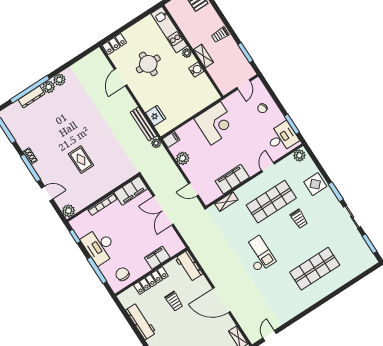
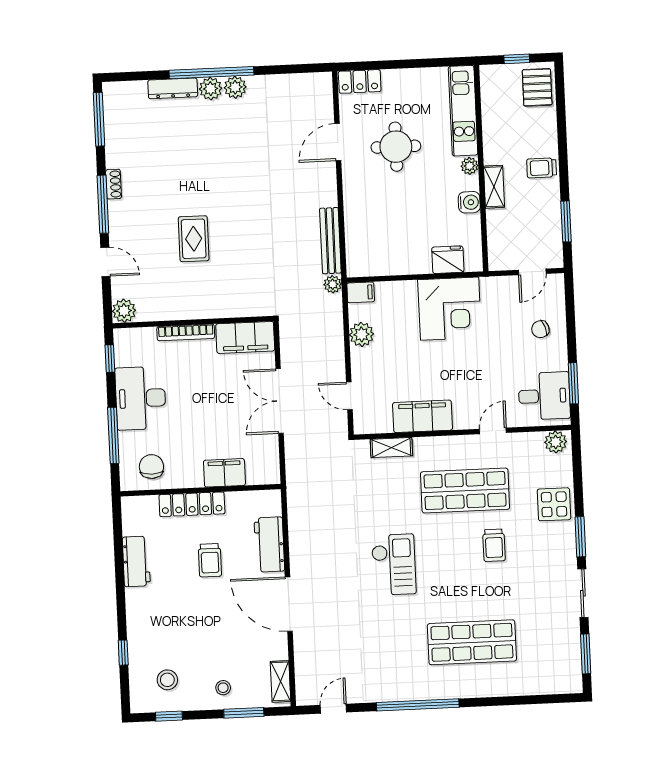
window: (30, 89) -> (211, 73), moved
fridge: (156, 116) -> (448, 260), moved, turned -90
workbench: (189, 266) -> (269, 545), moved
window: (307, 311) -> (418, 705), added
workbench: (141, 321) -> (136, 561), width x0.73

